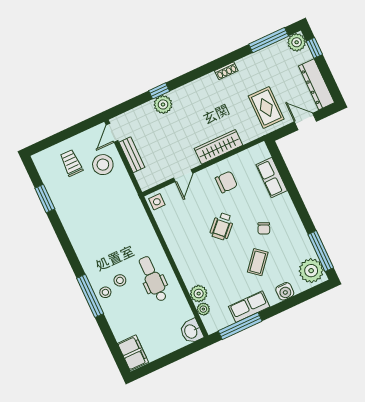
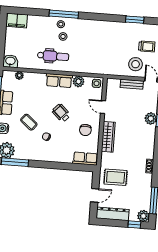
row of seats: (272, 178) -> (85, 159), moved
row of seats: (181, 253) -> (59, 81), added
plant: (199, 294) -> (79, 81), moved

